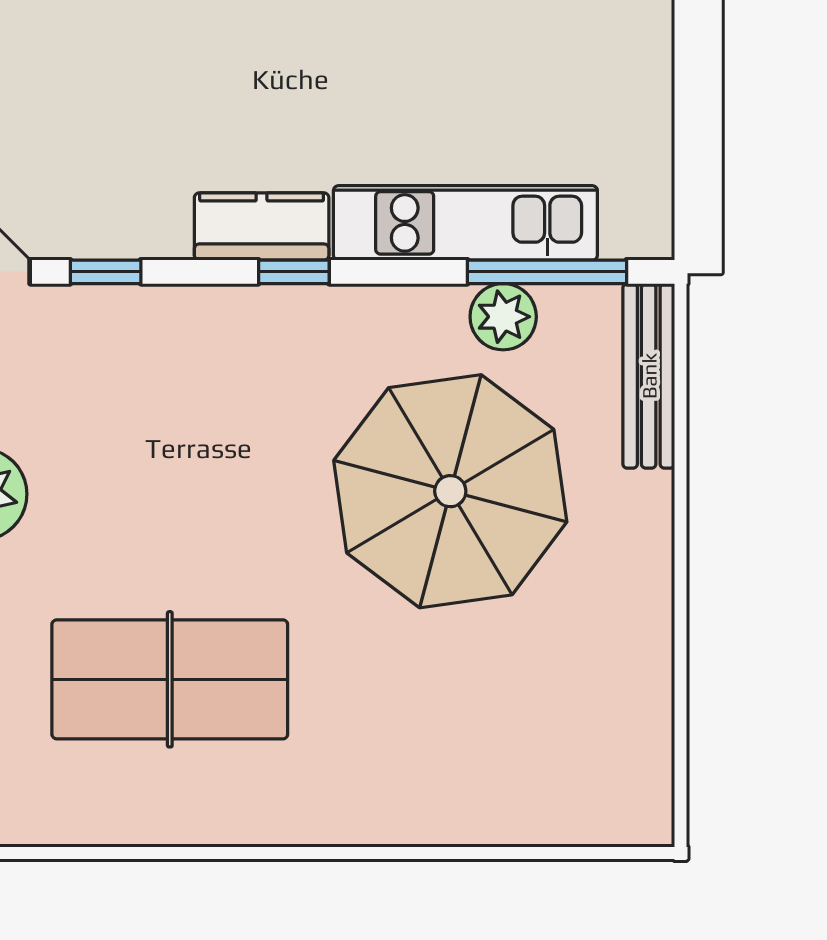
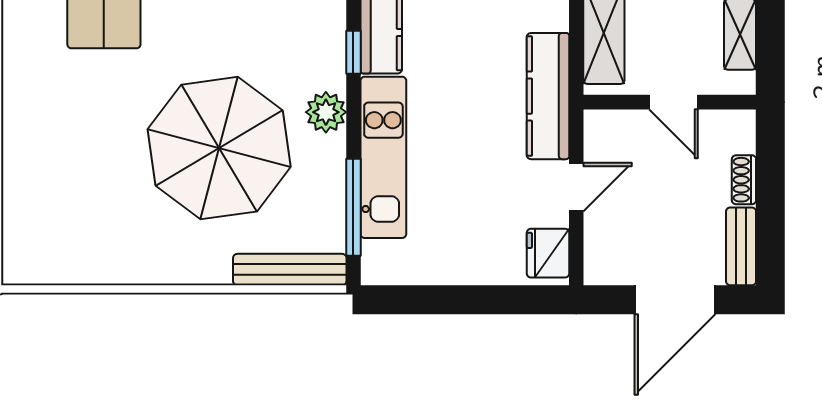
plant: (503, 317) -> (326, 112), moved

